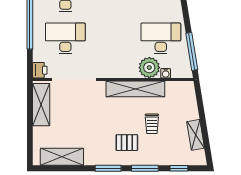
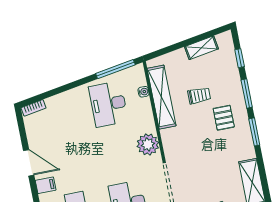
plant: (149, 68) -> (148, 144), moved
shelving: (135, 89) -> (161, 97), moved

